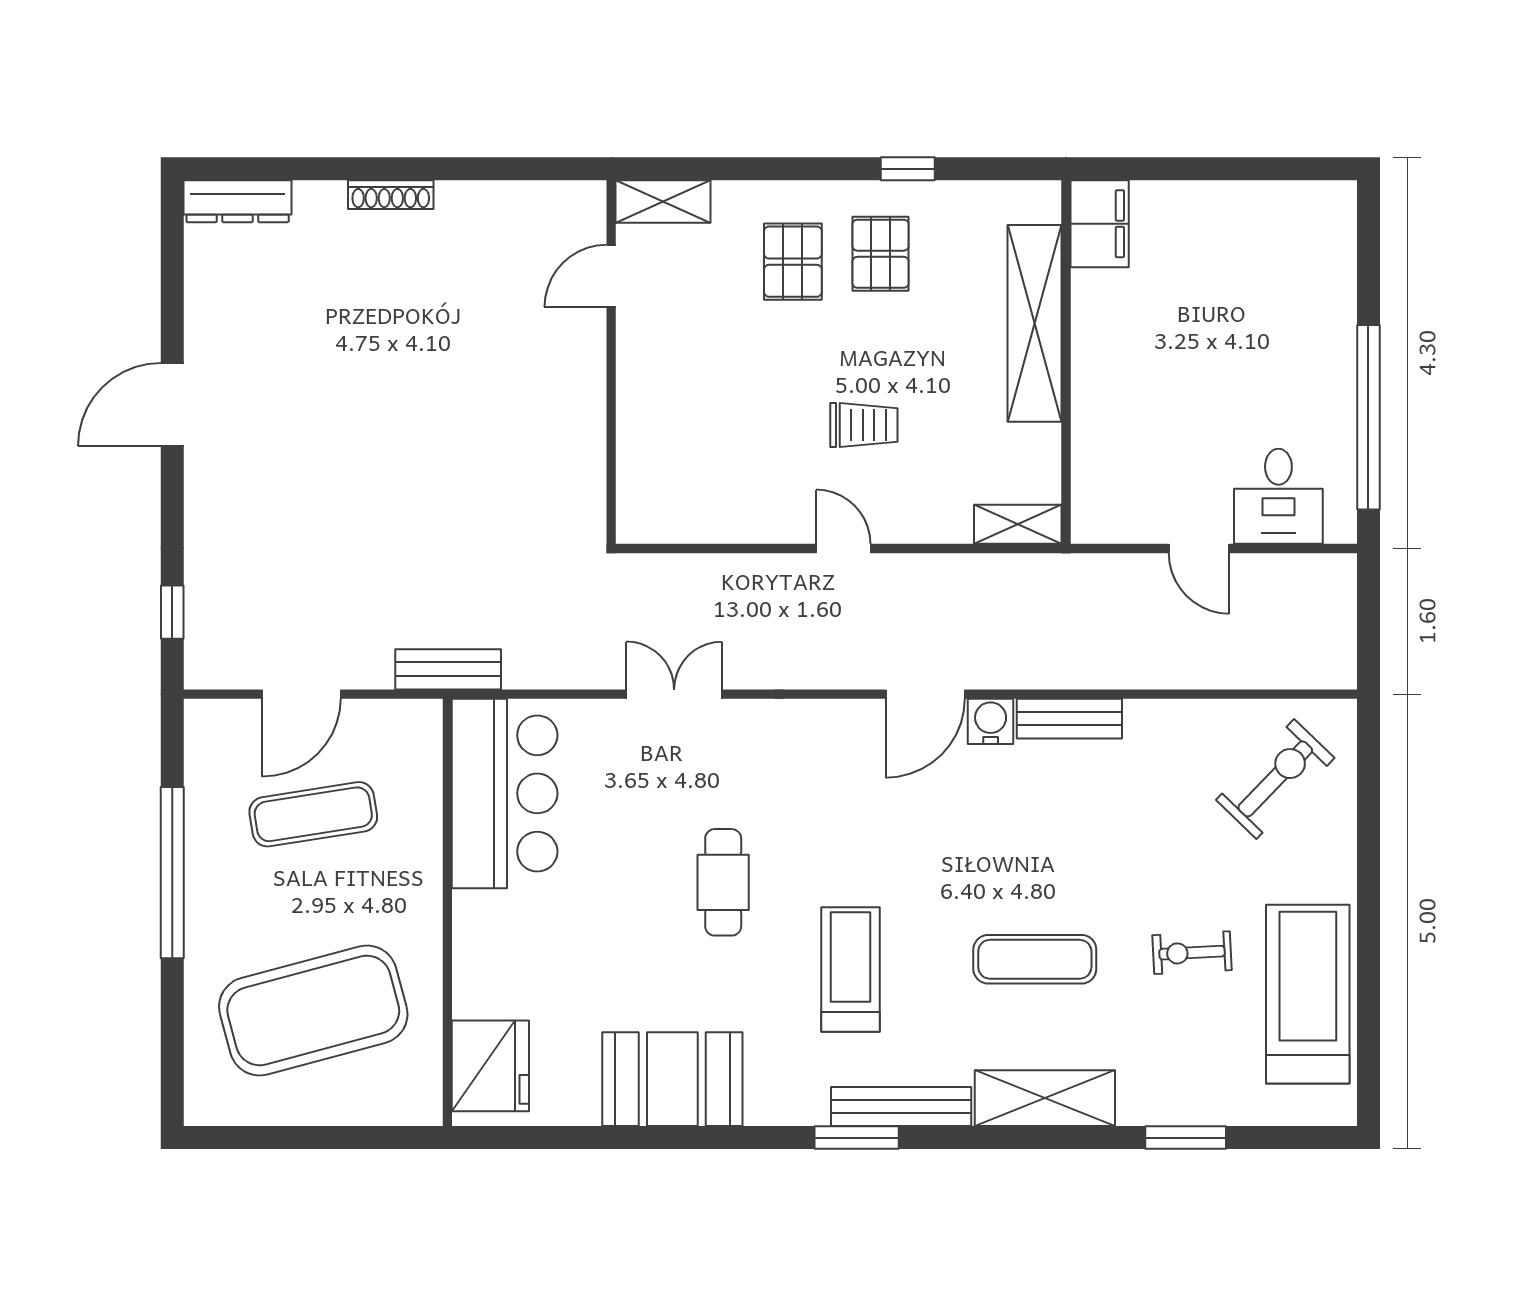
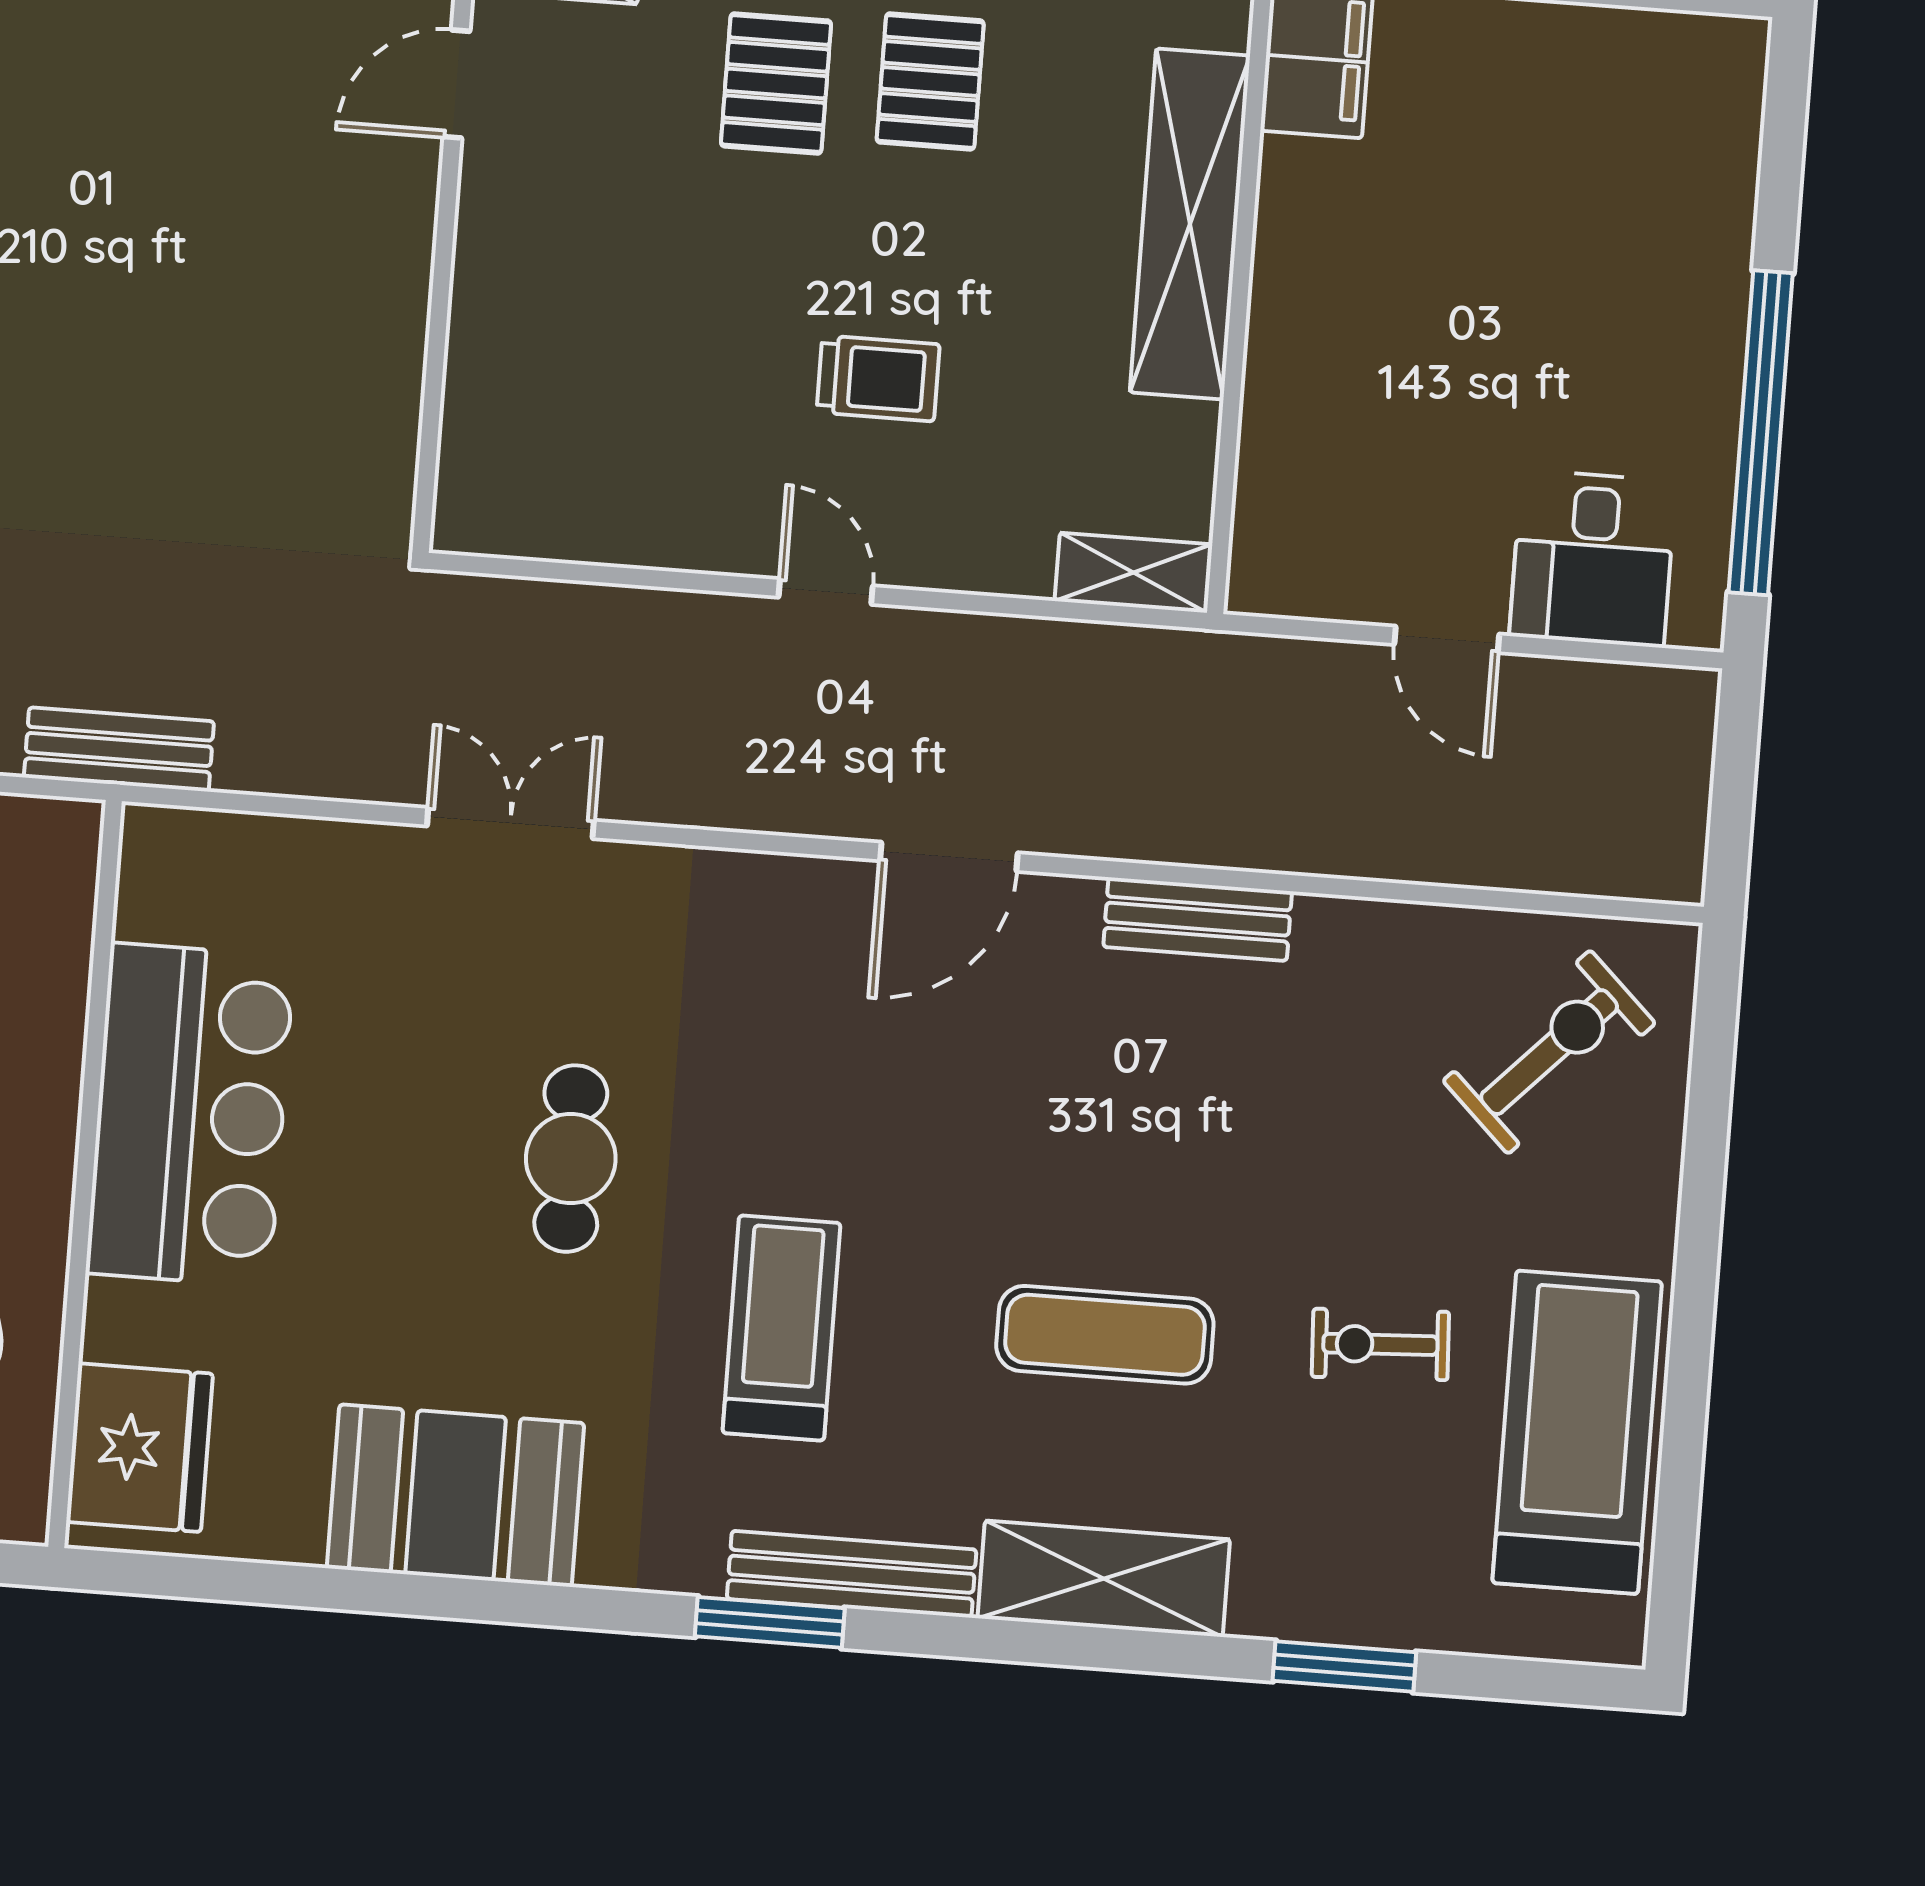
water cooler: (991, 721) -> (1060, 913), removed
bar counter: (505, 793) -> (190, 1115), moved

